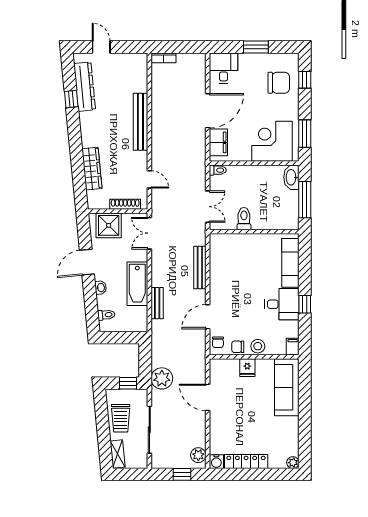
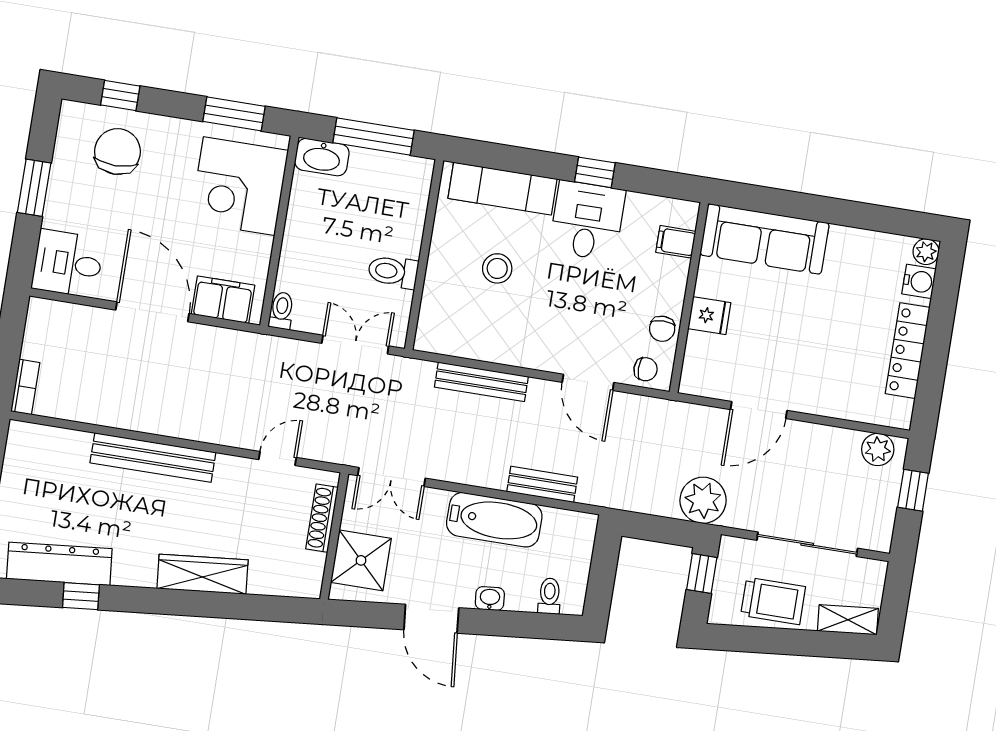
wardrobe: (92, 169) -> (203, 574), moved
stool: (258, 346) -> (497, 268), moved
filing cabinet: (293, 347) -> (676, 242), moved
water cooler: (216, 462) -> (919, 281), moved

